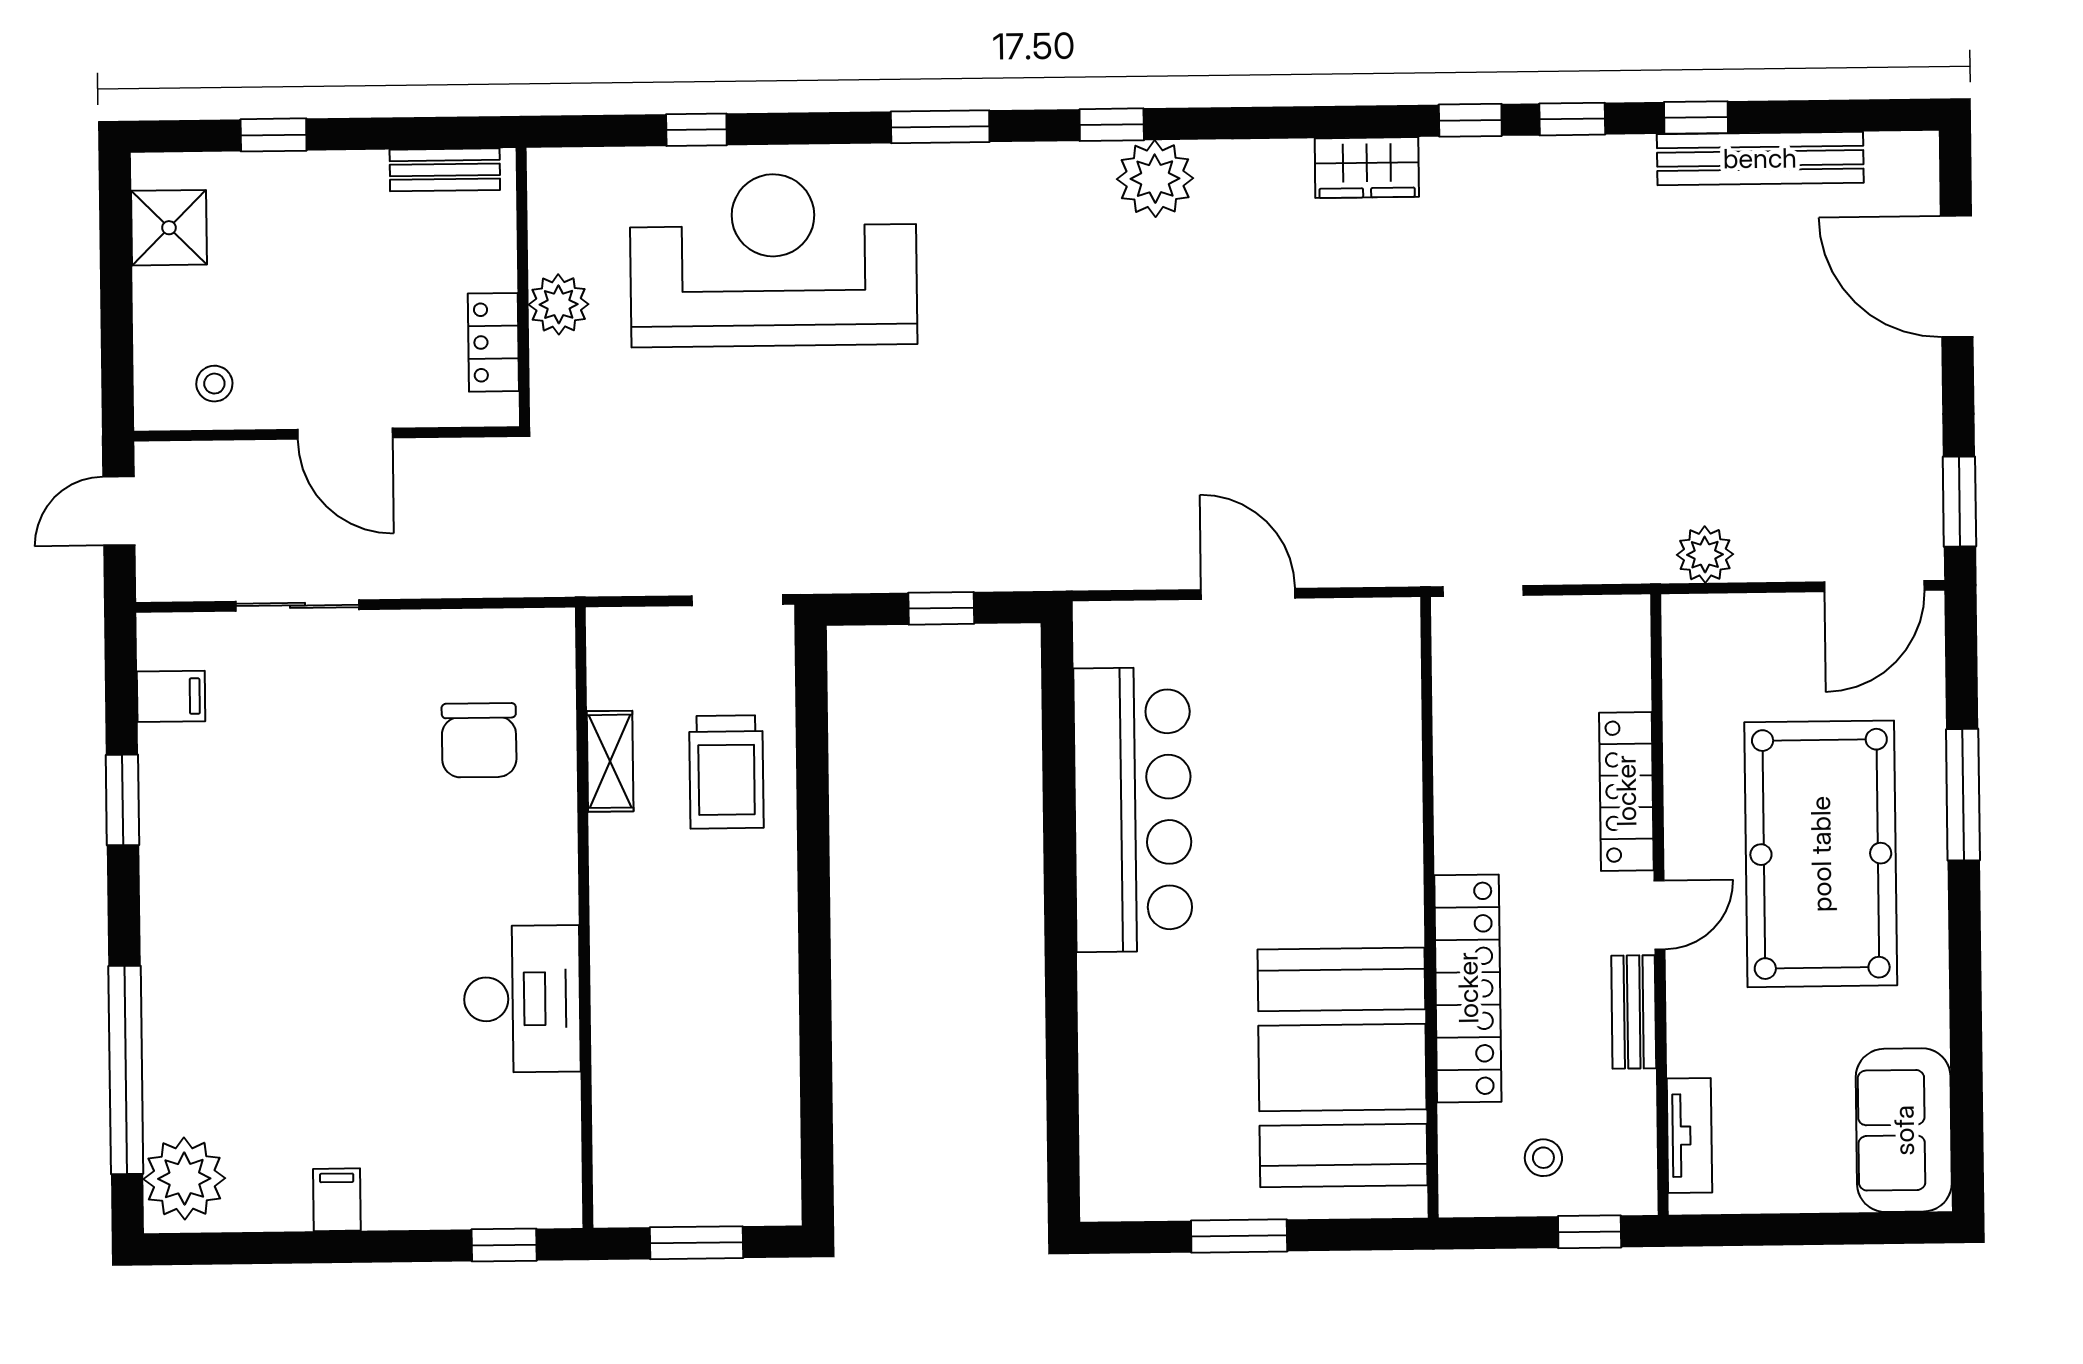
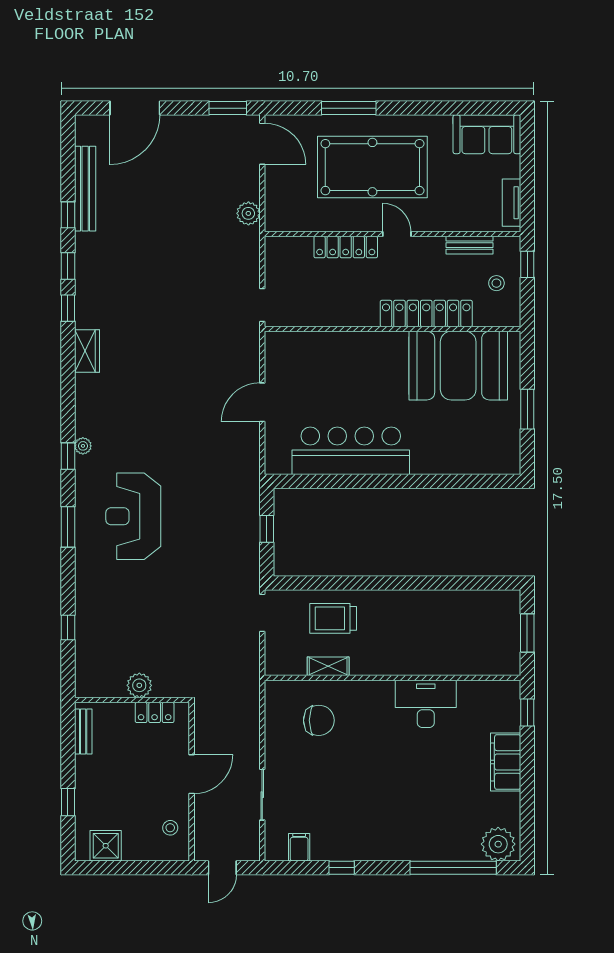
plant: (1155, 179) -> (83, 446), width x0.53, depth x0.53
reception desk: (774, 260) -> (133, 516), moved, width x0.74, depth x0.77
door: (119, 511) -> (222, 868), hinge flipped
trolley: (726, 772) -> (333, 618), turned 180
window: (122, 800) -> (342, 868), width x0.67
bench: (1634, 1012) -> (470, 245), moved
tv unit: (1689, 1136) -> (512, 203), moved, turned -90
filing cabinet: (337, 1200) -> (506, 762), width x3.00, depth x1.17

